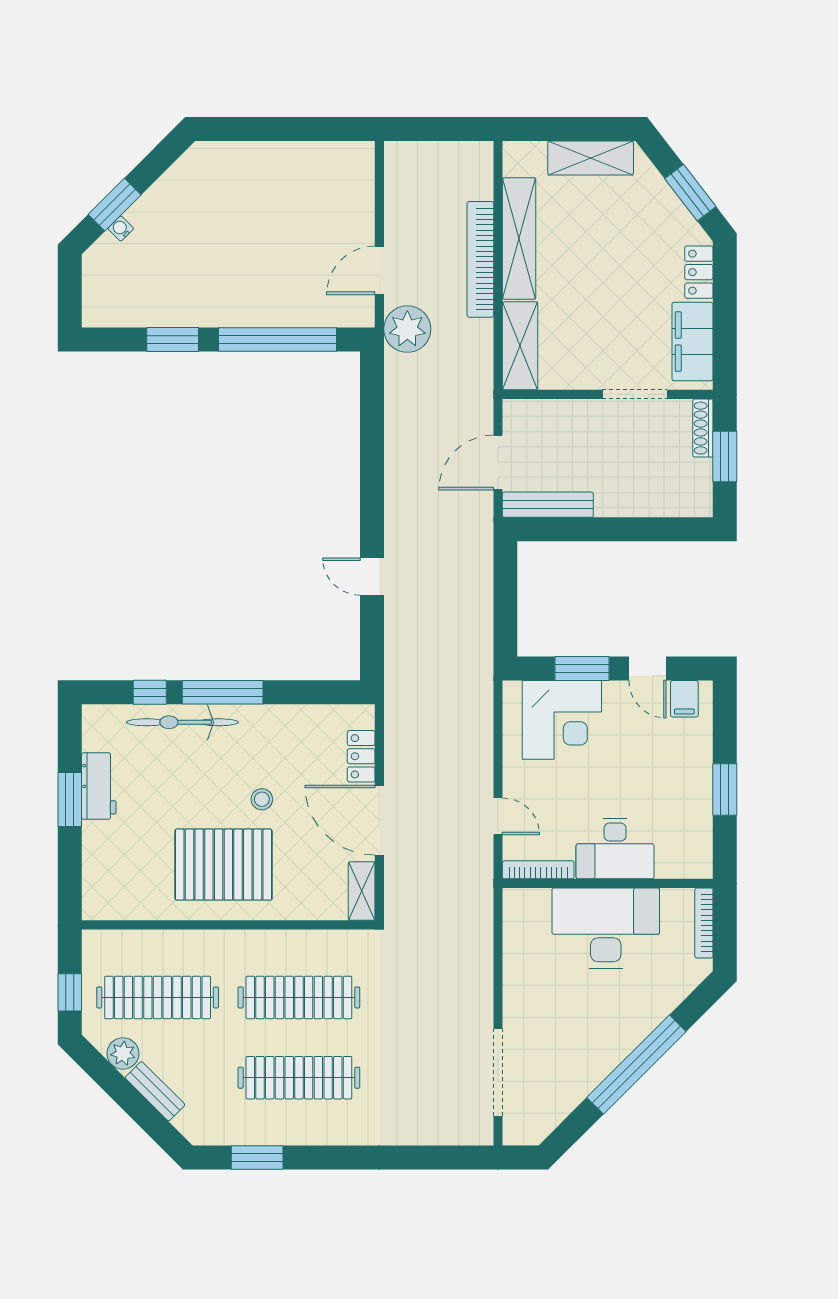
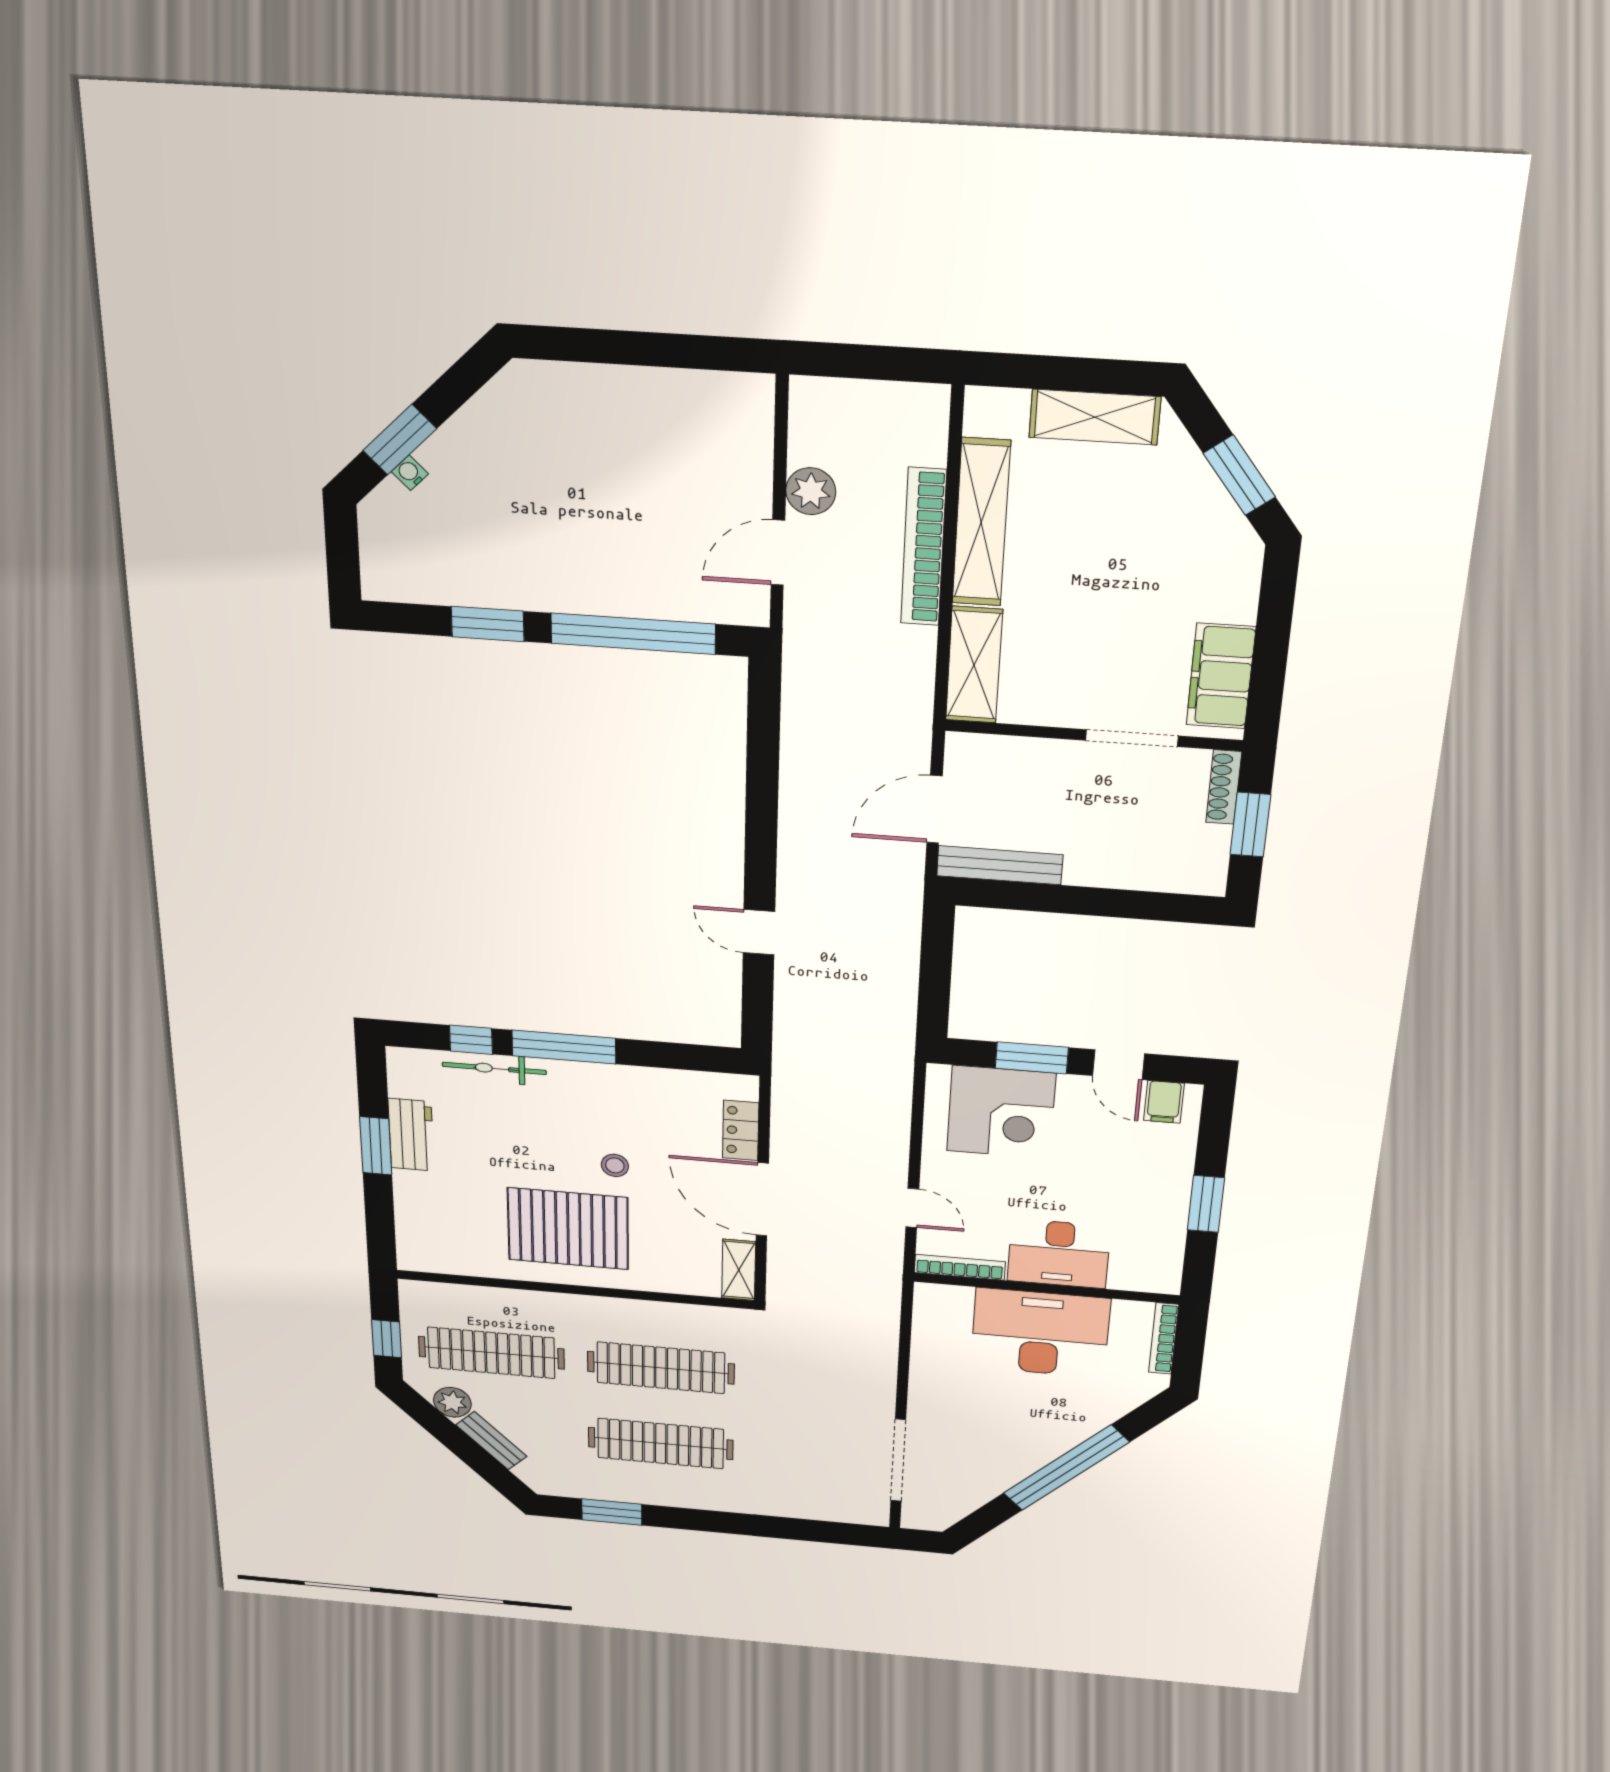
locker: (699, 272) -> (1240, 585), removed
plant: (407, 329) -> (811, 491), moved, width x0.73, depth x0.73
bicycle: (182, 722) -> (494, 1068), width x0.73, depth x0.71

